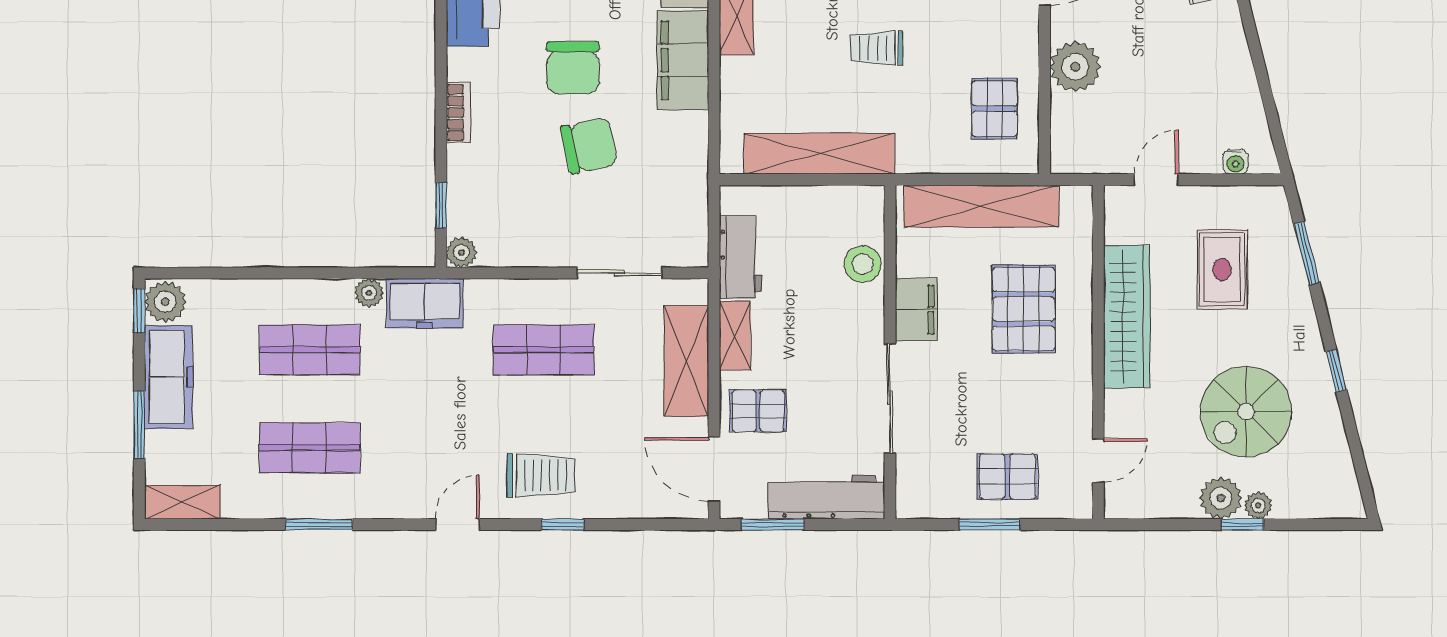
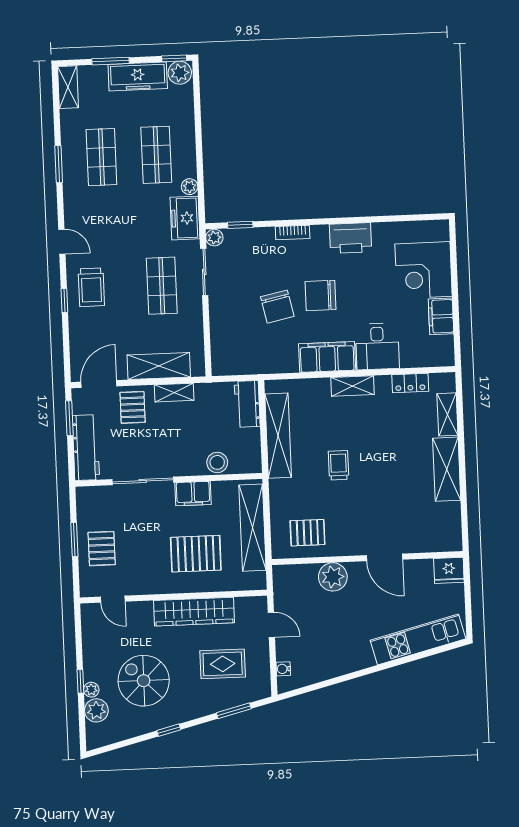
workbench: (741, 257) -> (247, 404), moved, turned 90
sliding door: (620, 273) -> (204, 272), moved
plant: (1221, 498) -> (96, 710), moved

